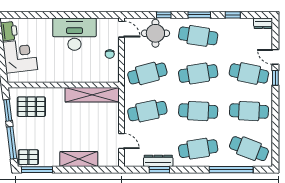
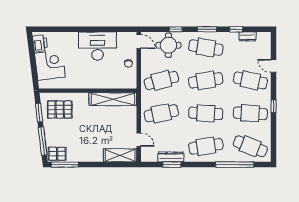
dresser: (263, 23) -> (247, 36), moved
window: (275, 78) -> (274, 106), moved
shelving: (79, 159) -> (120, 155), moved

